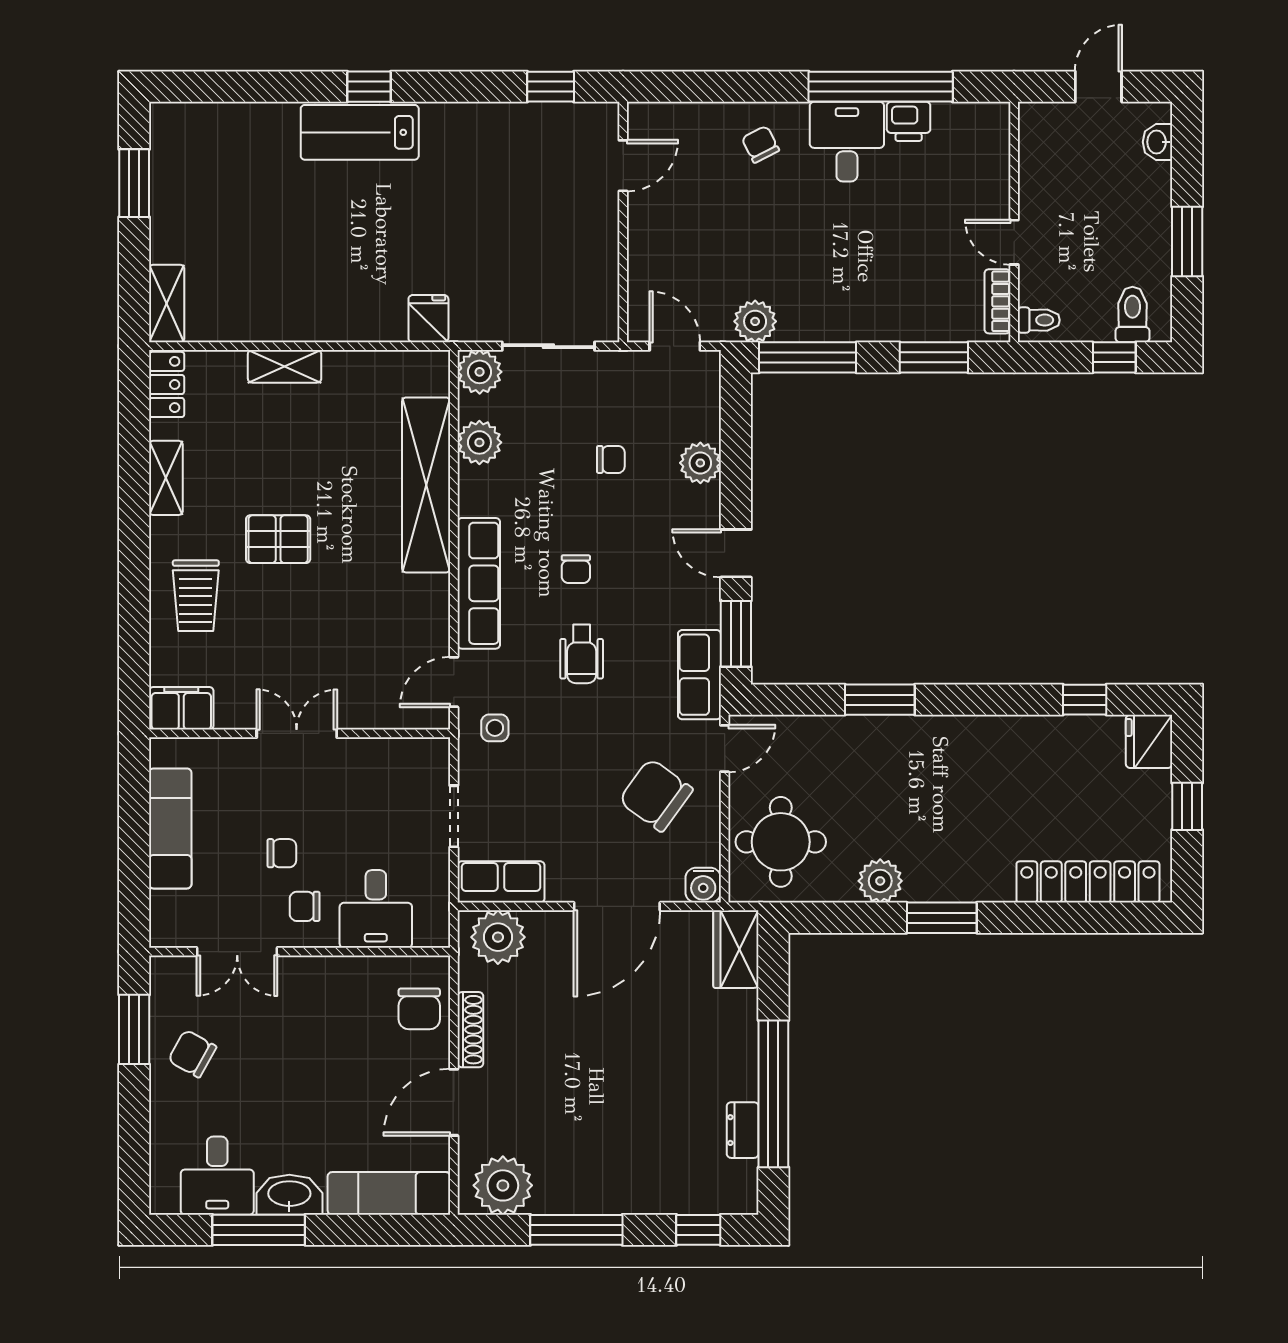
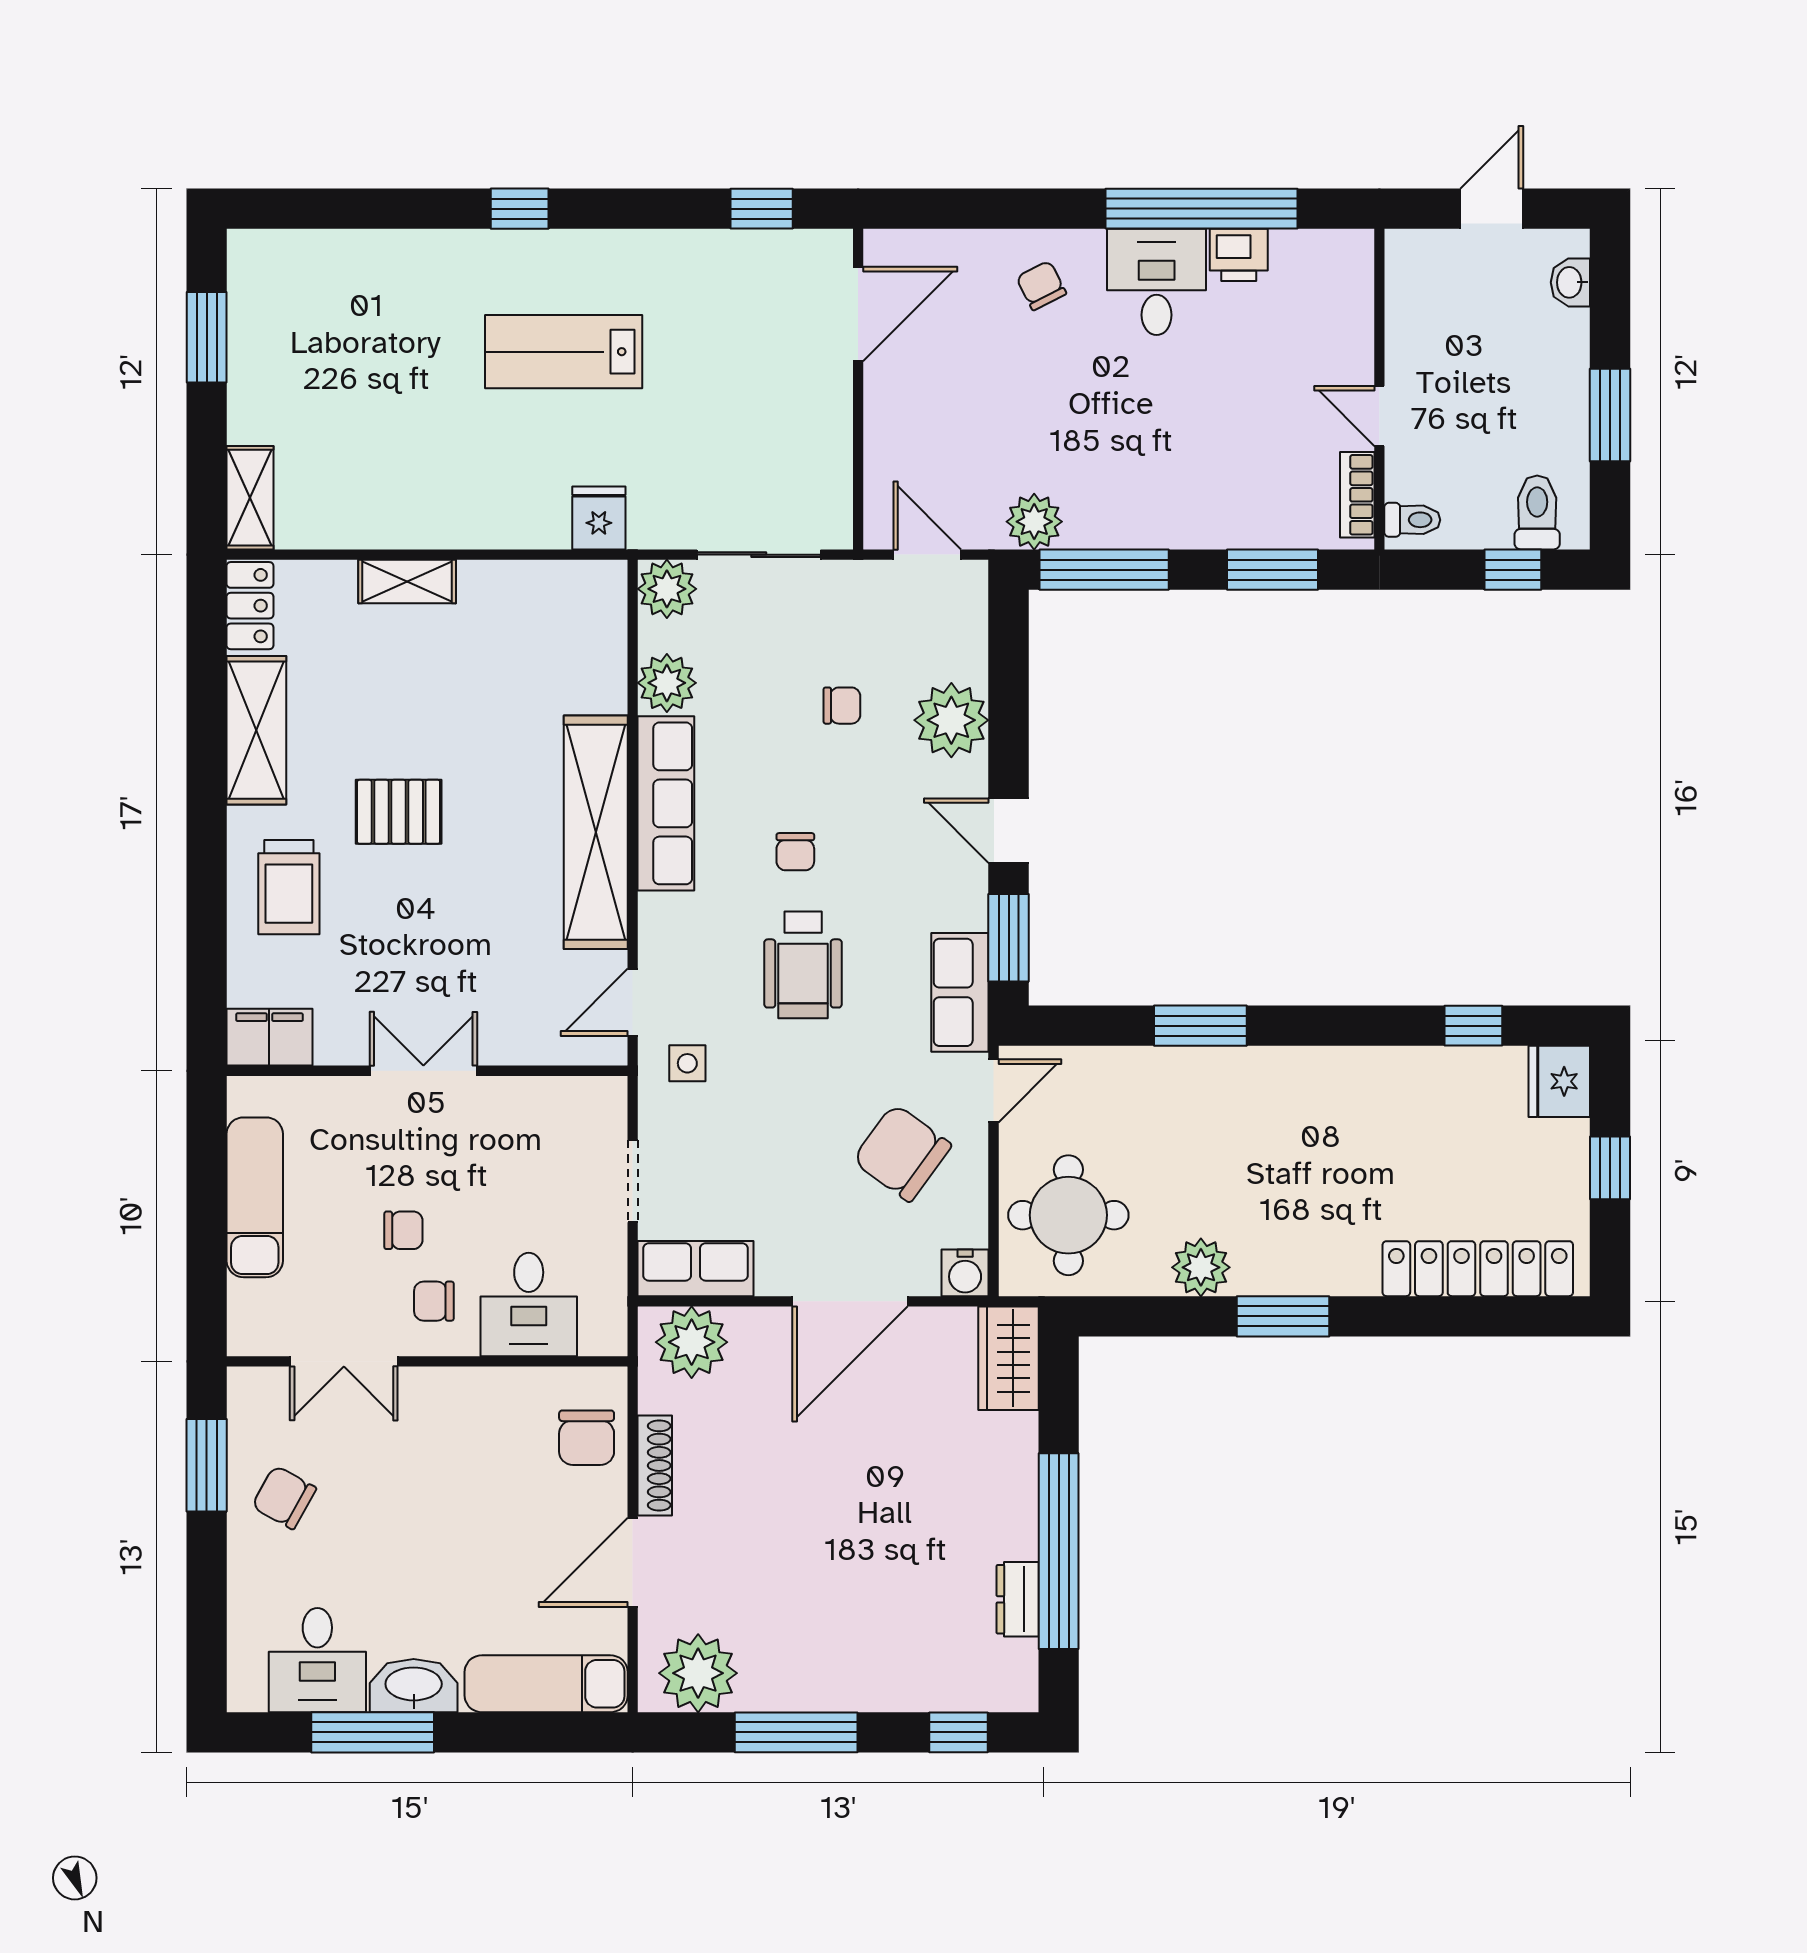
lab bench: (360, 132) -> (564, 352), moved
door: (623, 166) -> (858, 314), width x1.38
plant: (700, 463) -> (951, 720), width x1.36, depth x1.36
shelving: (166, 478) -> (256, 730), width x1.50, depth x1.33
shelving: (426, 485) -> (596, 832), moved
row of seats: (479, 583) -> (666, 803), moved
wheelchair: (582, 654) -> (803, 965), width x1.36, depth x1.37

